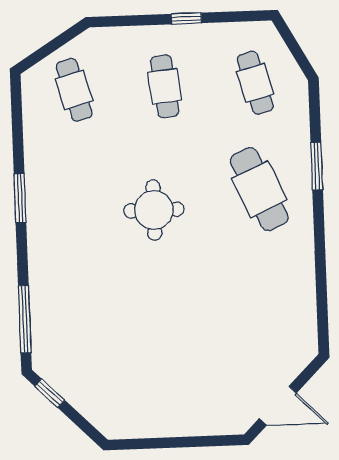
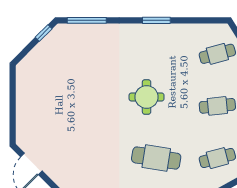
cafe table: (259, 189) -> (156, 158), turned 33

